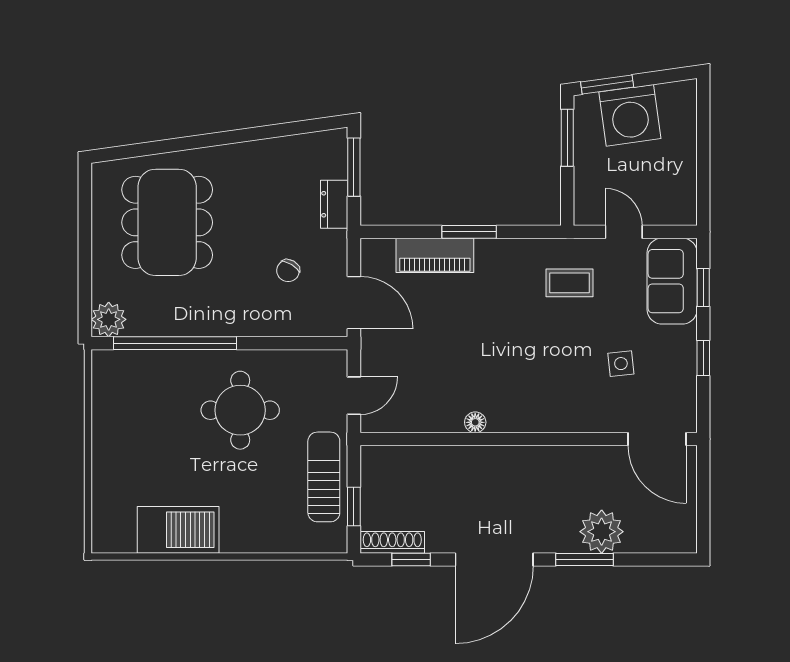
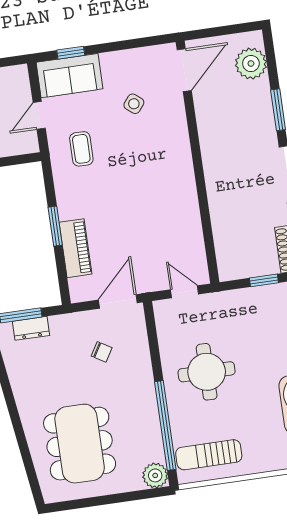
dresser: (334, 204) -> (31, 328), moved
dining table: (167, 222) -> (80, 444), turned 90
window: (703, 358) -> (121, 45), removed
side table: (621, 364) -> (134, 104), turned 45
floor lamp: (475, 422) -> (191, 202), removed
sun lounger: (324, 477) -> (209, 455), moved
plant: (602, 532) -> (251, 64), moved

